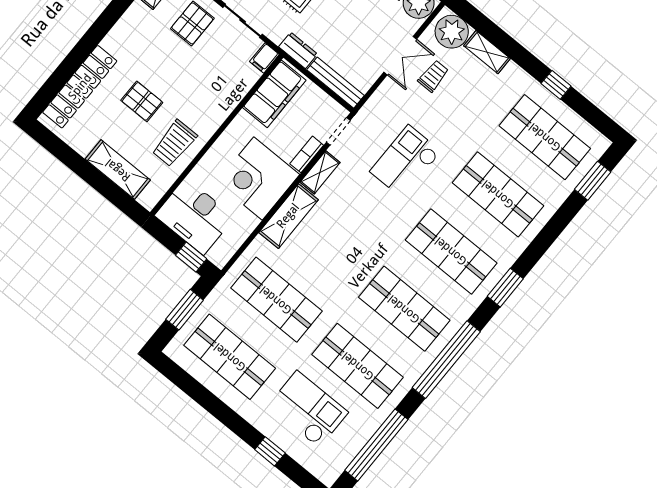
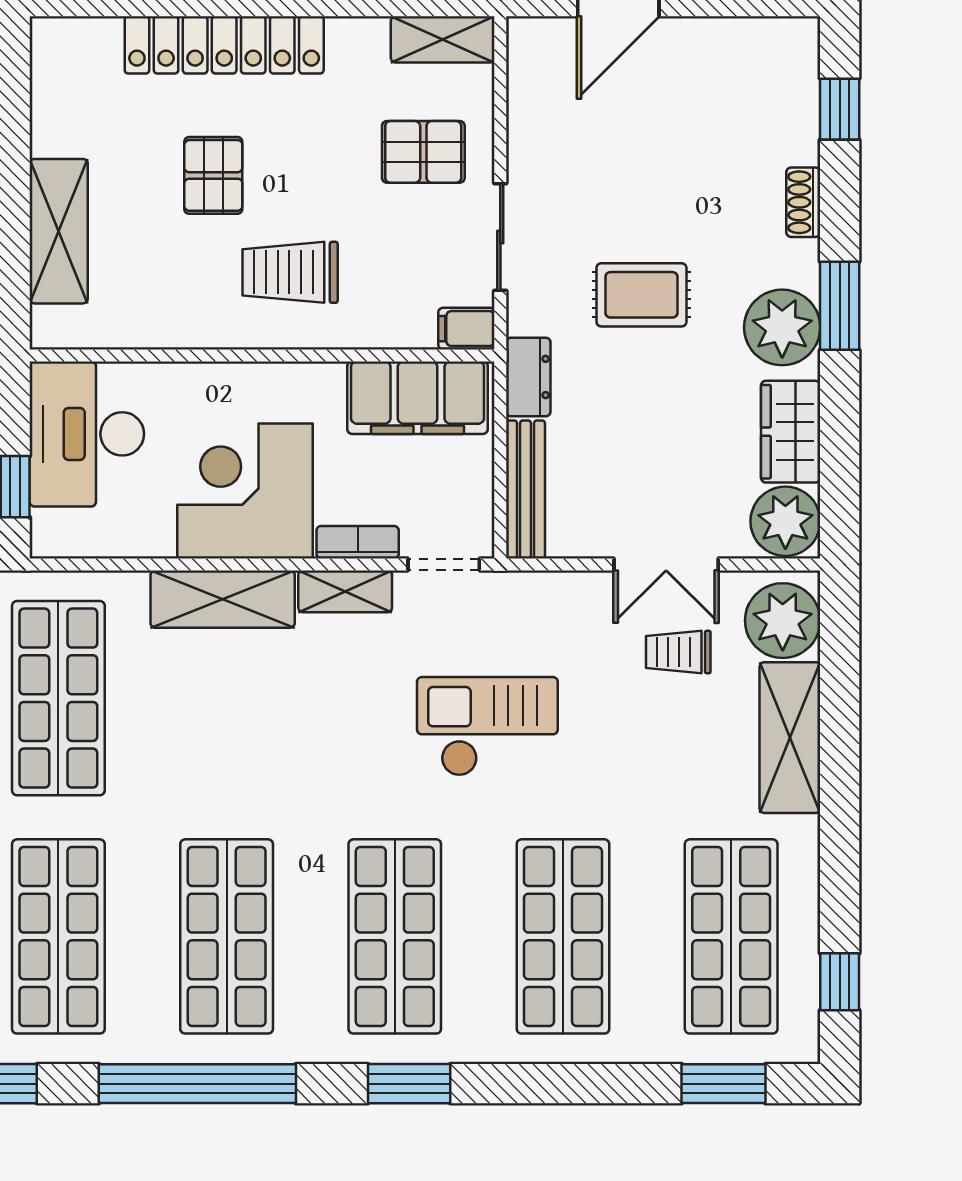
shelving: (487, 52) -> (790, 738), width x1.50, depth x1.33
trolley: (433, 76) -> (678, 652), turned 180
window: (556, 85) -> (840, 982), moved
locker: (80, 87) -> (224, 45), moved
trolley: (174, 143) -> (290, 272), moved

